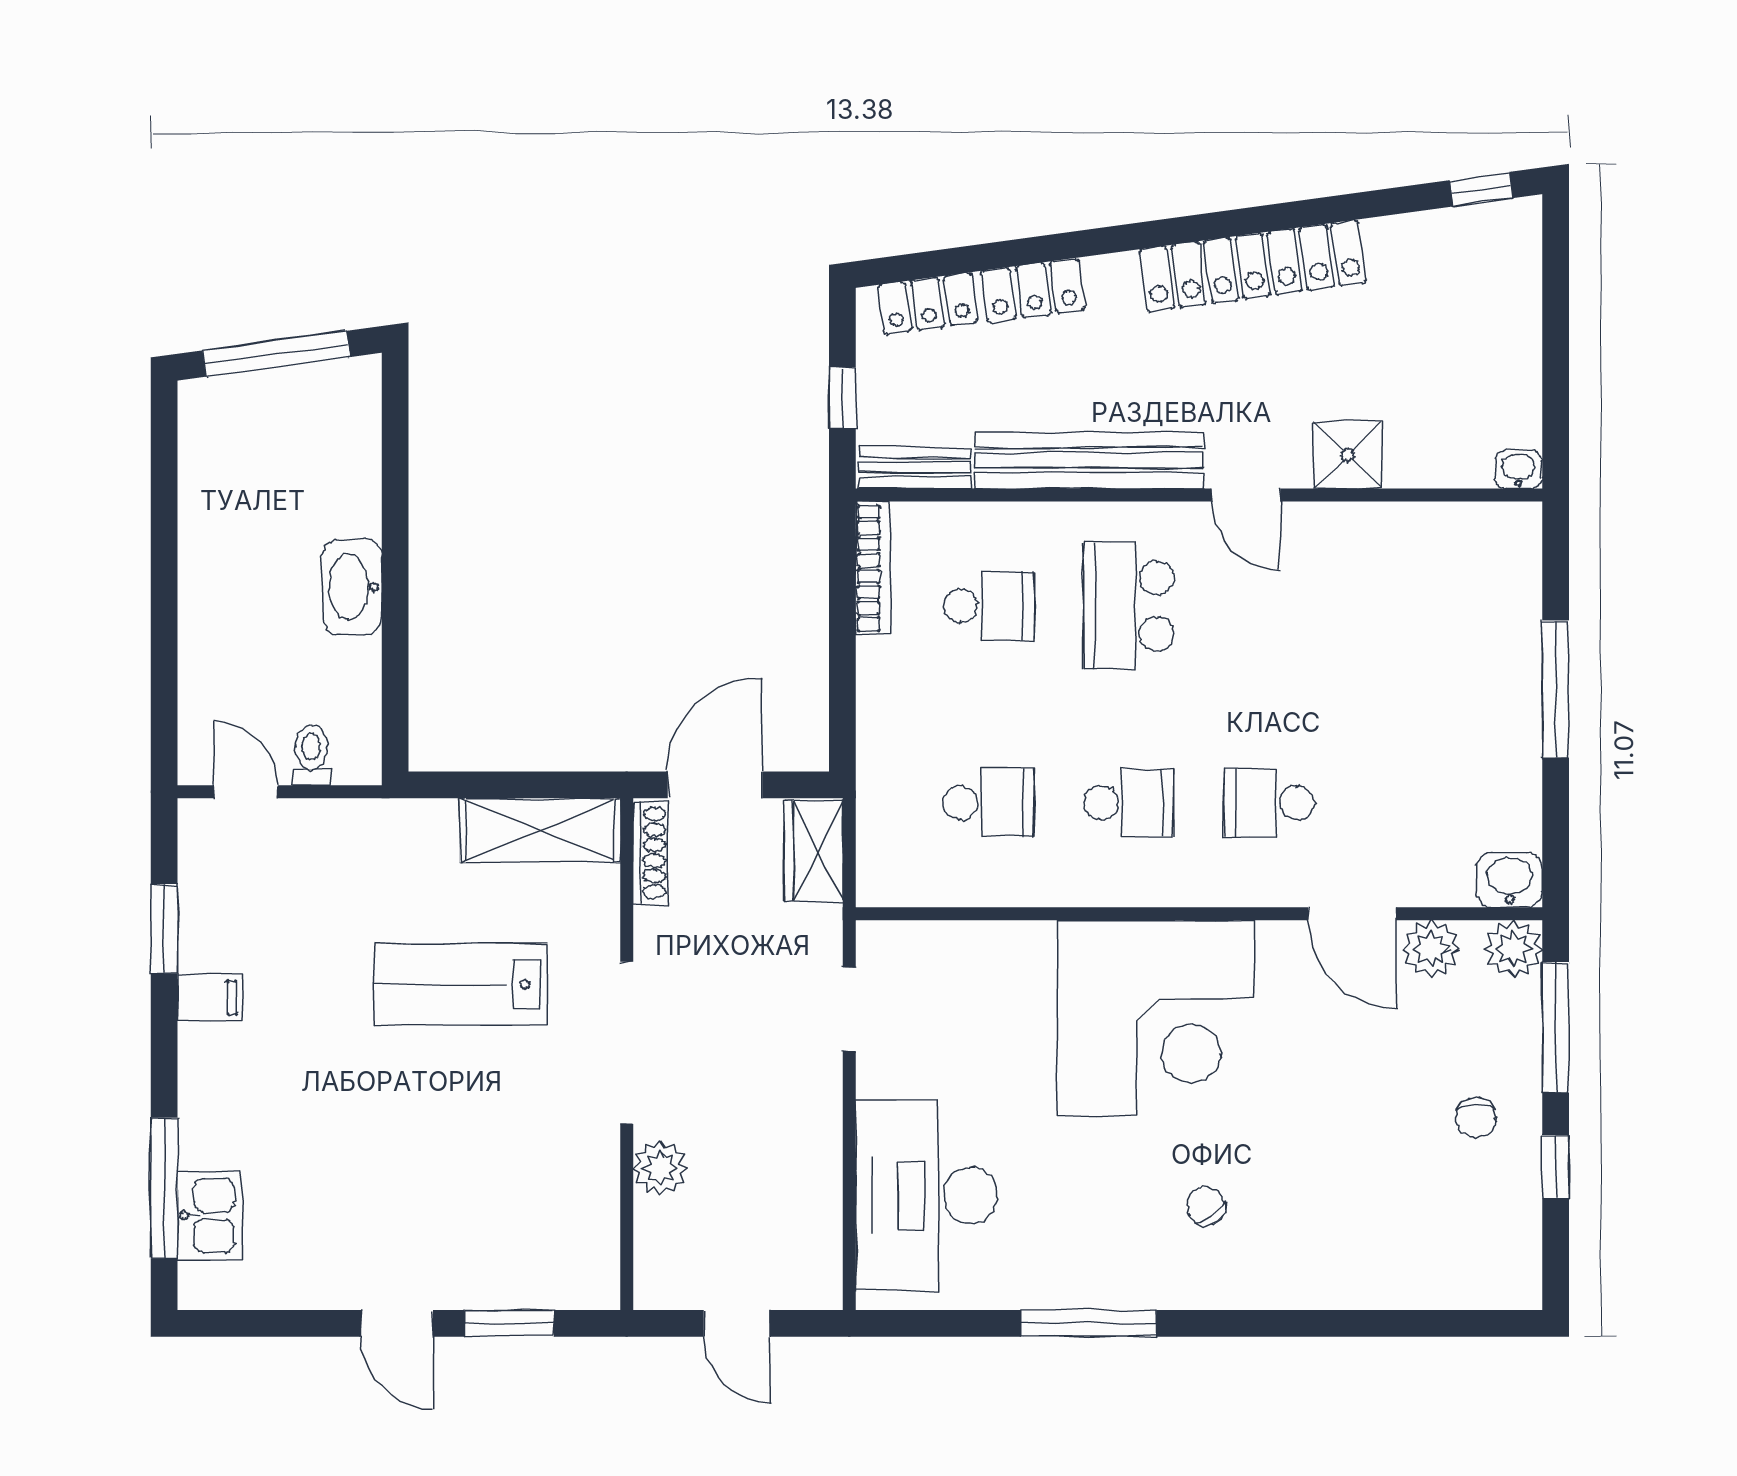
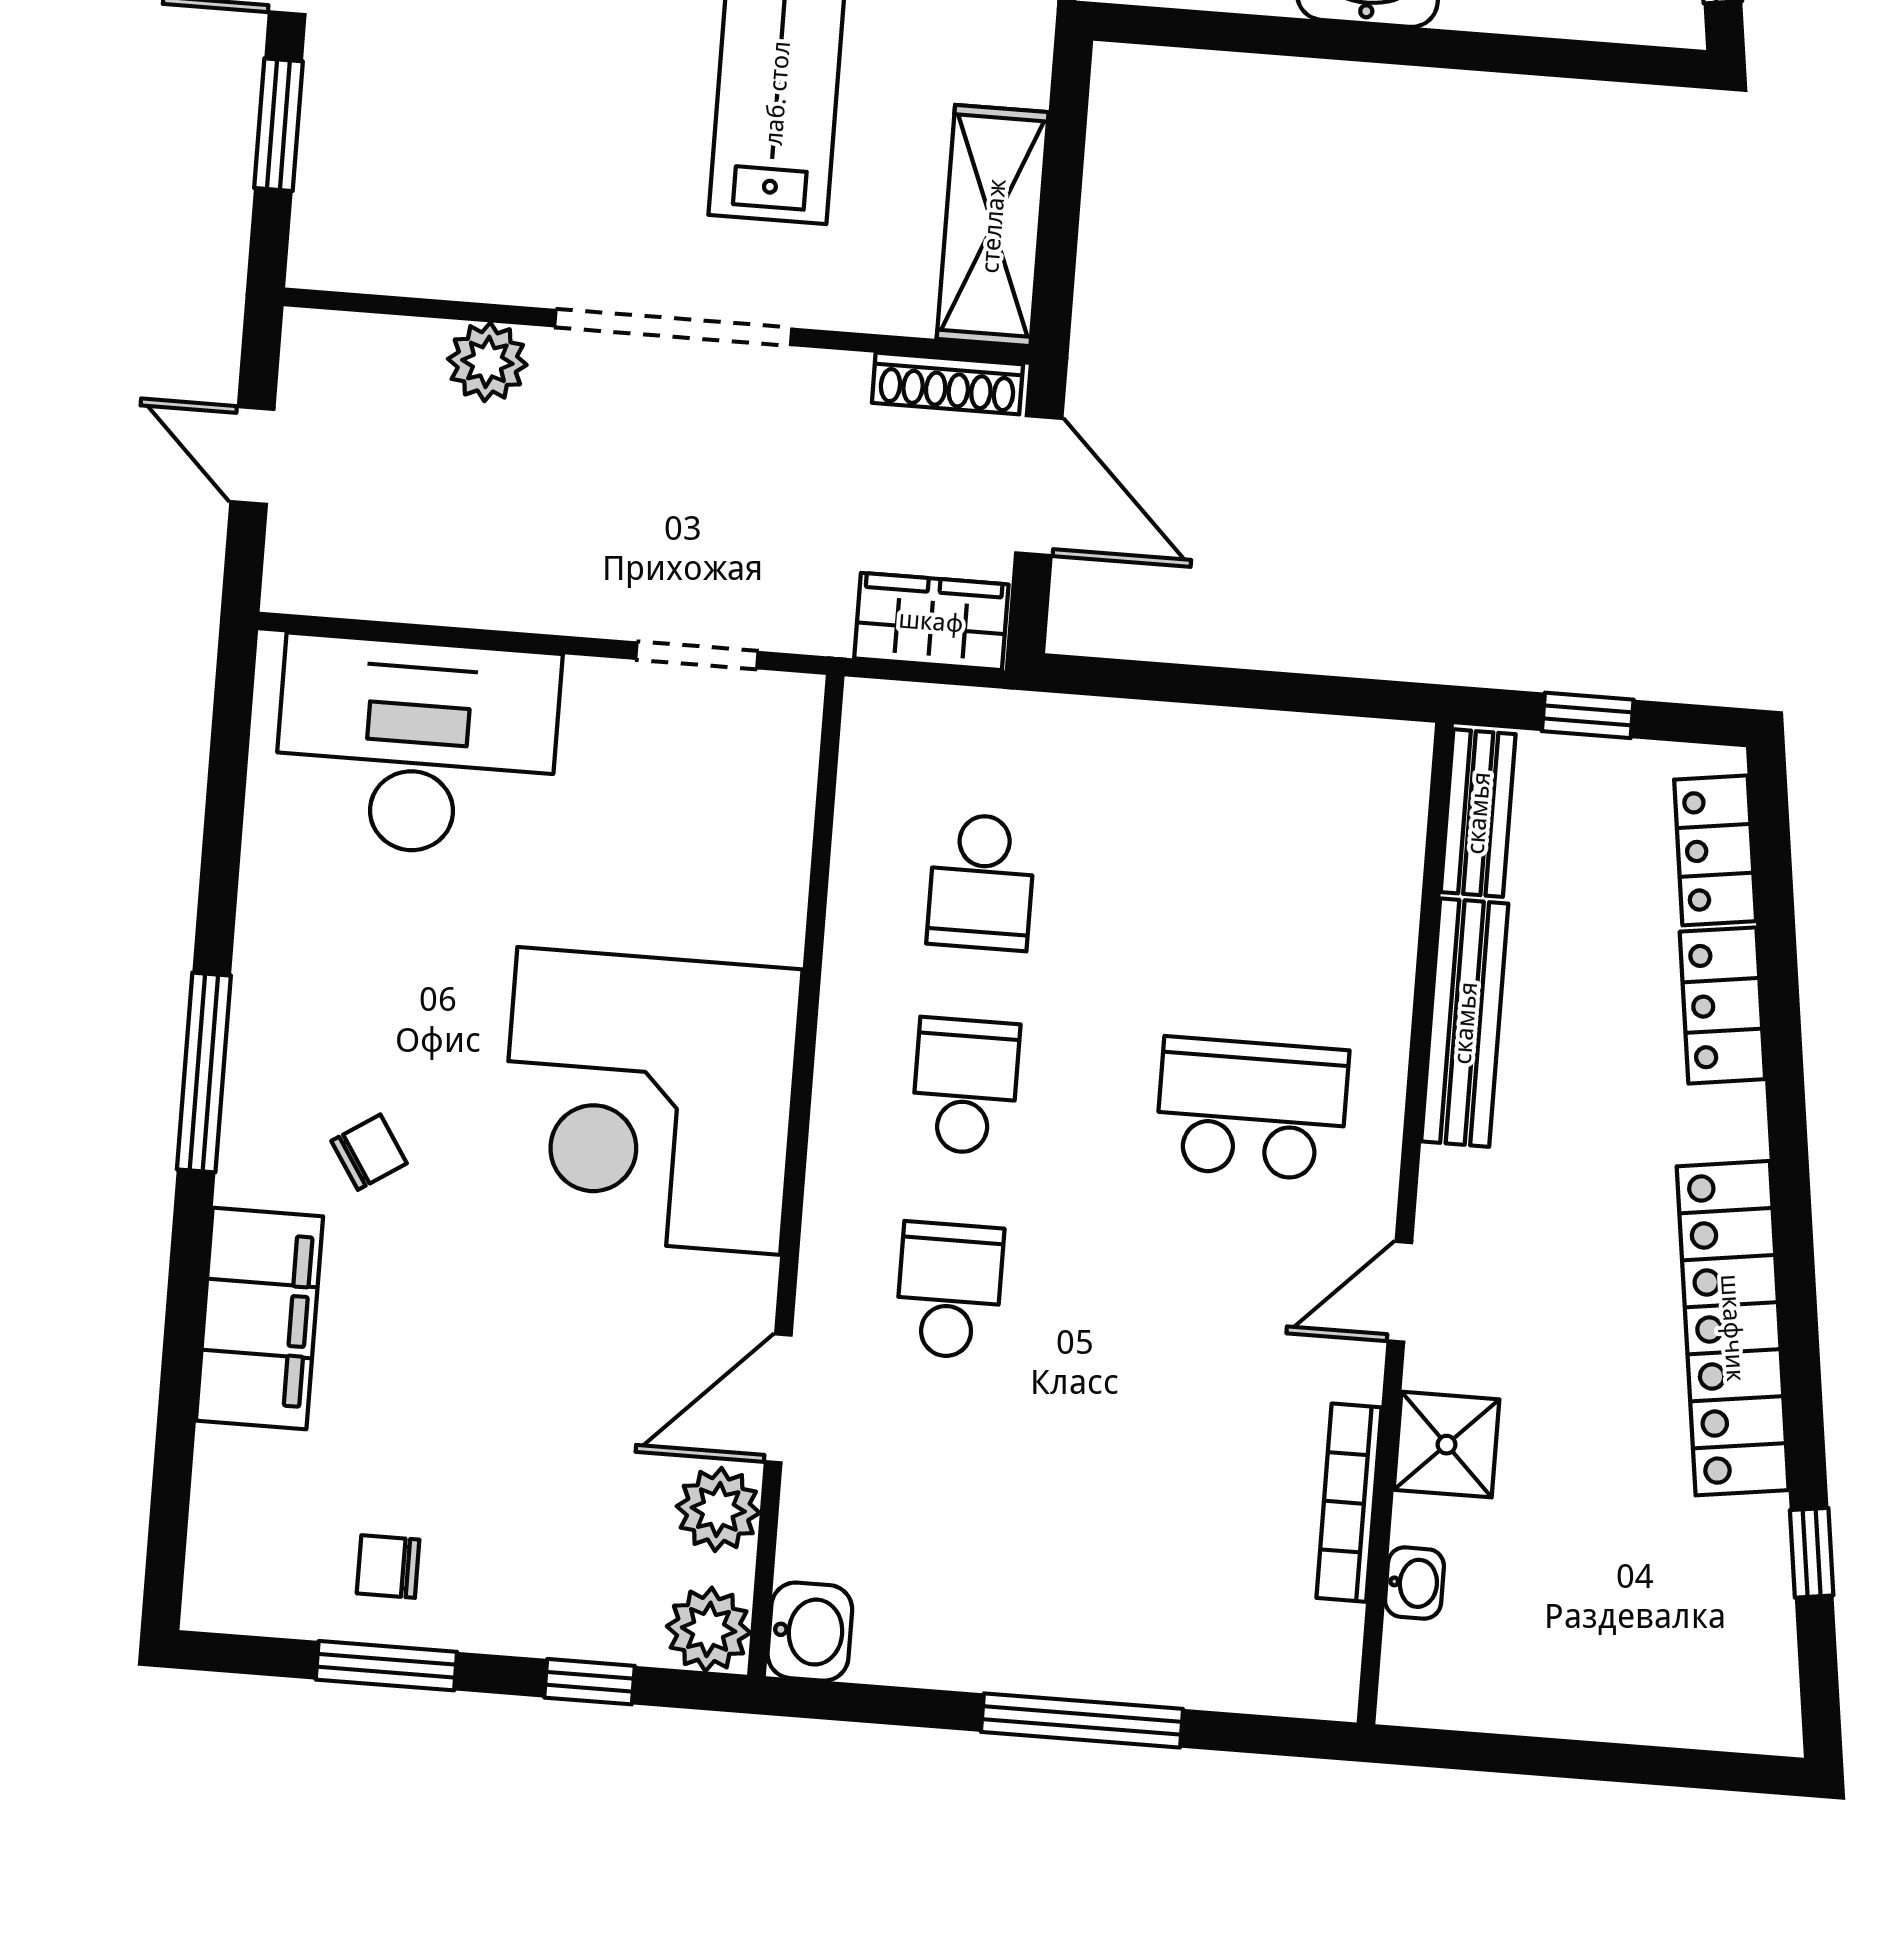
window: (1481, 189) -> (1812, 1553), moved
bench: (1089, 460) -> (1465, 1023), width x0.73, depth x0.82
washbasin: (1519, 469) -> (1414, 1583), moved
bookcase: (873, 568) -> (1349, 1503), moved, turned 90
school desk: (989, 606) -> (1268, 904), removed
school desk: (1129, 803) -> (965, 1086), turned 180
window: (1556, 1027) -> (589, 1682), width x0.46
chair: (1476, 1118) -> (388, 1567), moved
window: (1556, 1167) -> (386, 1666), width x1.50
filing cabinet: (1325, 1272) -> (259, 1318), added
door: (737, 1323) -> (252, 455), hinge flipped
window: (1088, 1323) -> (204, 1072), moved

